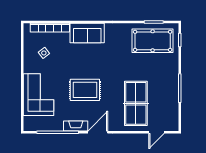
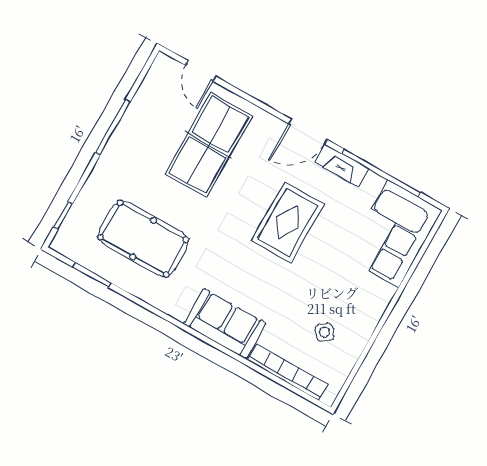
pool table: (153, 41) -> (143, 239), moved
rug: (85, 90) -> (288, 222), turned 90
corner sofa: (39, 95) -> (393, 233), moved
door: (156, 132) -> (201, 71), swing flipped

